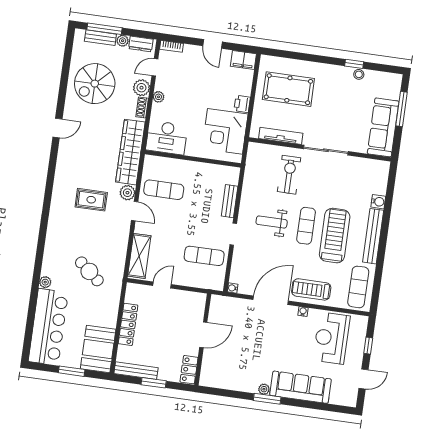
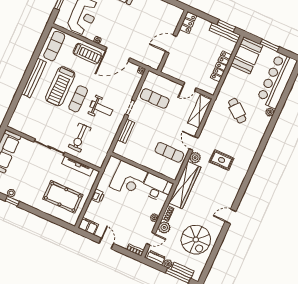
spiral stairs: (95, 84) -> (196, 240), turned 90
corner desk: (225, 131) -> (128, 179), moved, turned 90
water cooler: (378, 202) -> (23, 101), removed
window: (154, 383) -> (226, 26), moved

